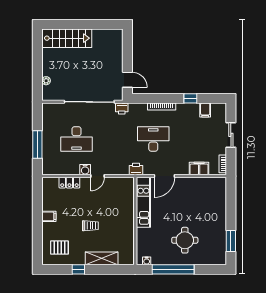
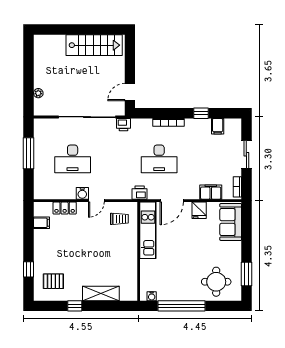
stairs: (67, 38) -> (94, 45), moved
door: (127, 80) -> (130, 92), swing flipped
desk: (153, 139) -> (159, 159), turned 180
window: (37, 145) -> (28, 153), moved
fridge: (189, 185) -> (199, 210), added
sofa: (217, 195) -> (231, 222), added
filing cabinet: (49, 216) -> (41, 223), moved
trolley: (90, 226) -> (119, 219), moved
window: (37, 237) -> (28, 269), added
round table: (185, 240) -> (216, 282), moved

